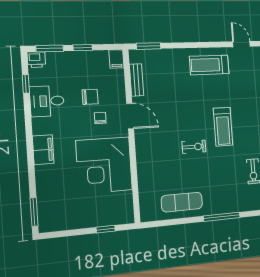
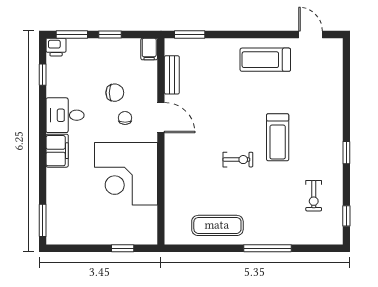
desk: (47, 101) -> (65, 115), moved

